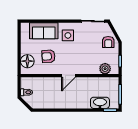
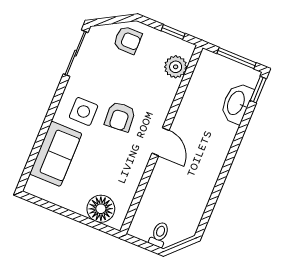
armchair: (48, 56) -> (120, 117), moved

